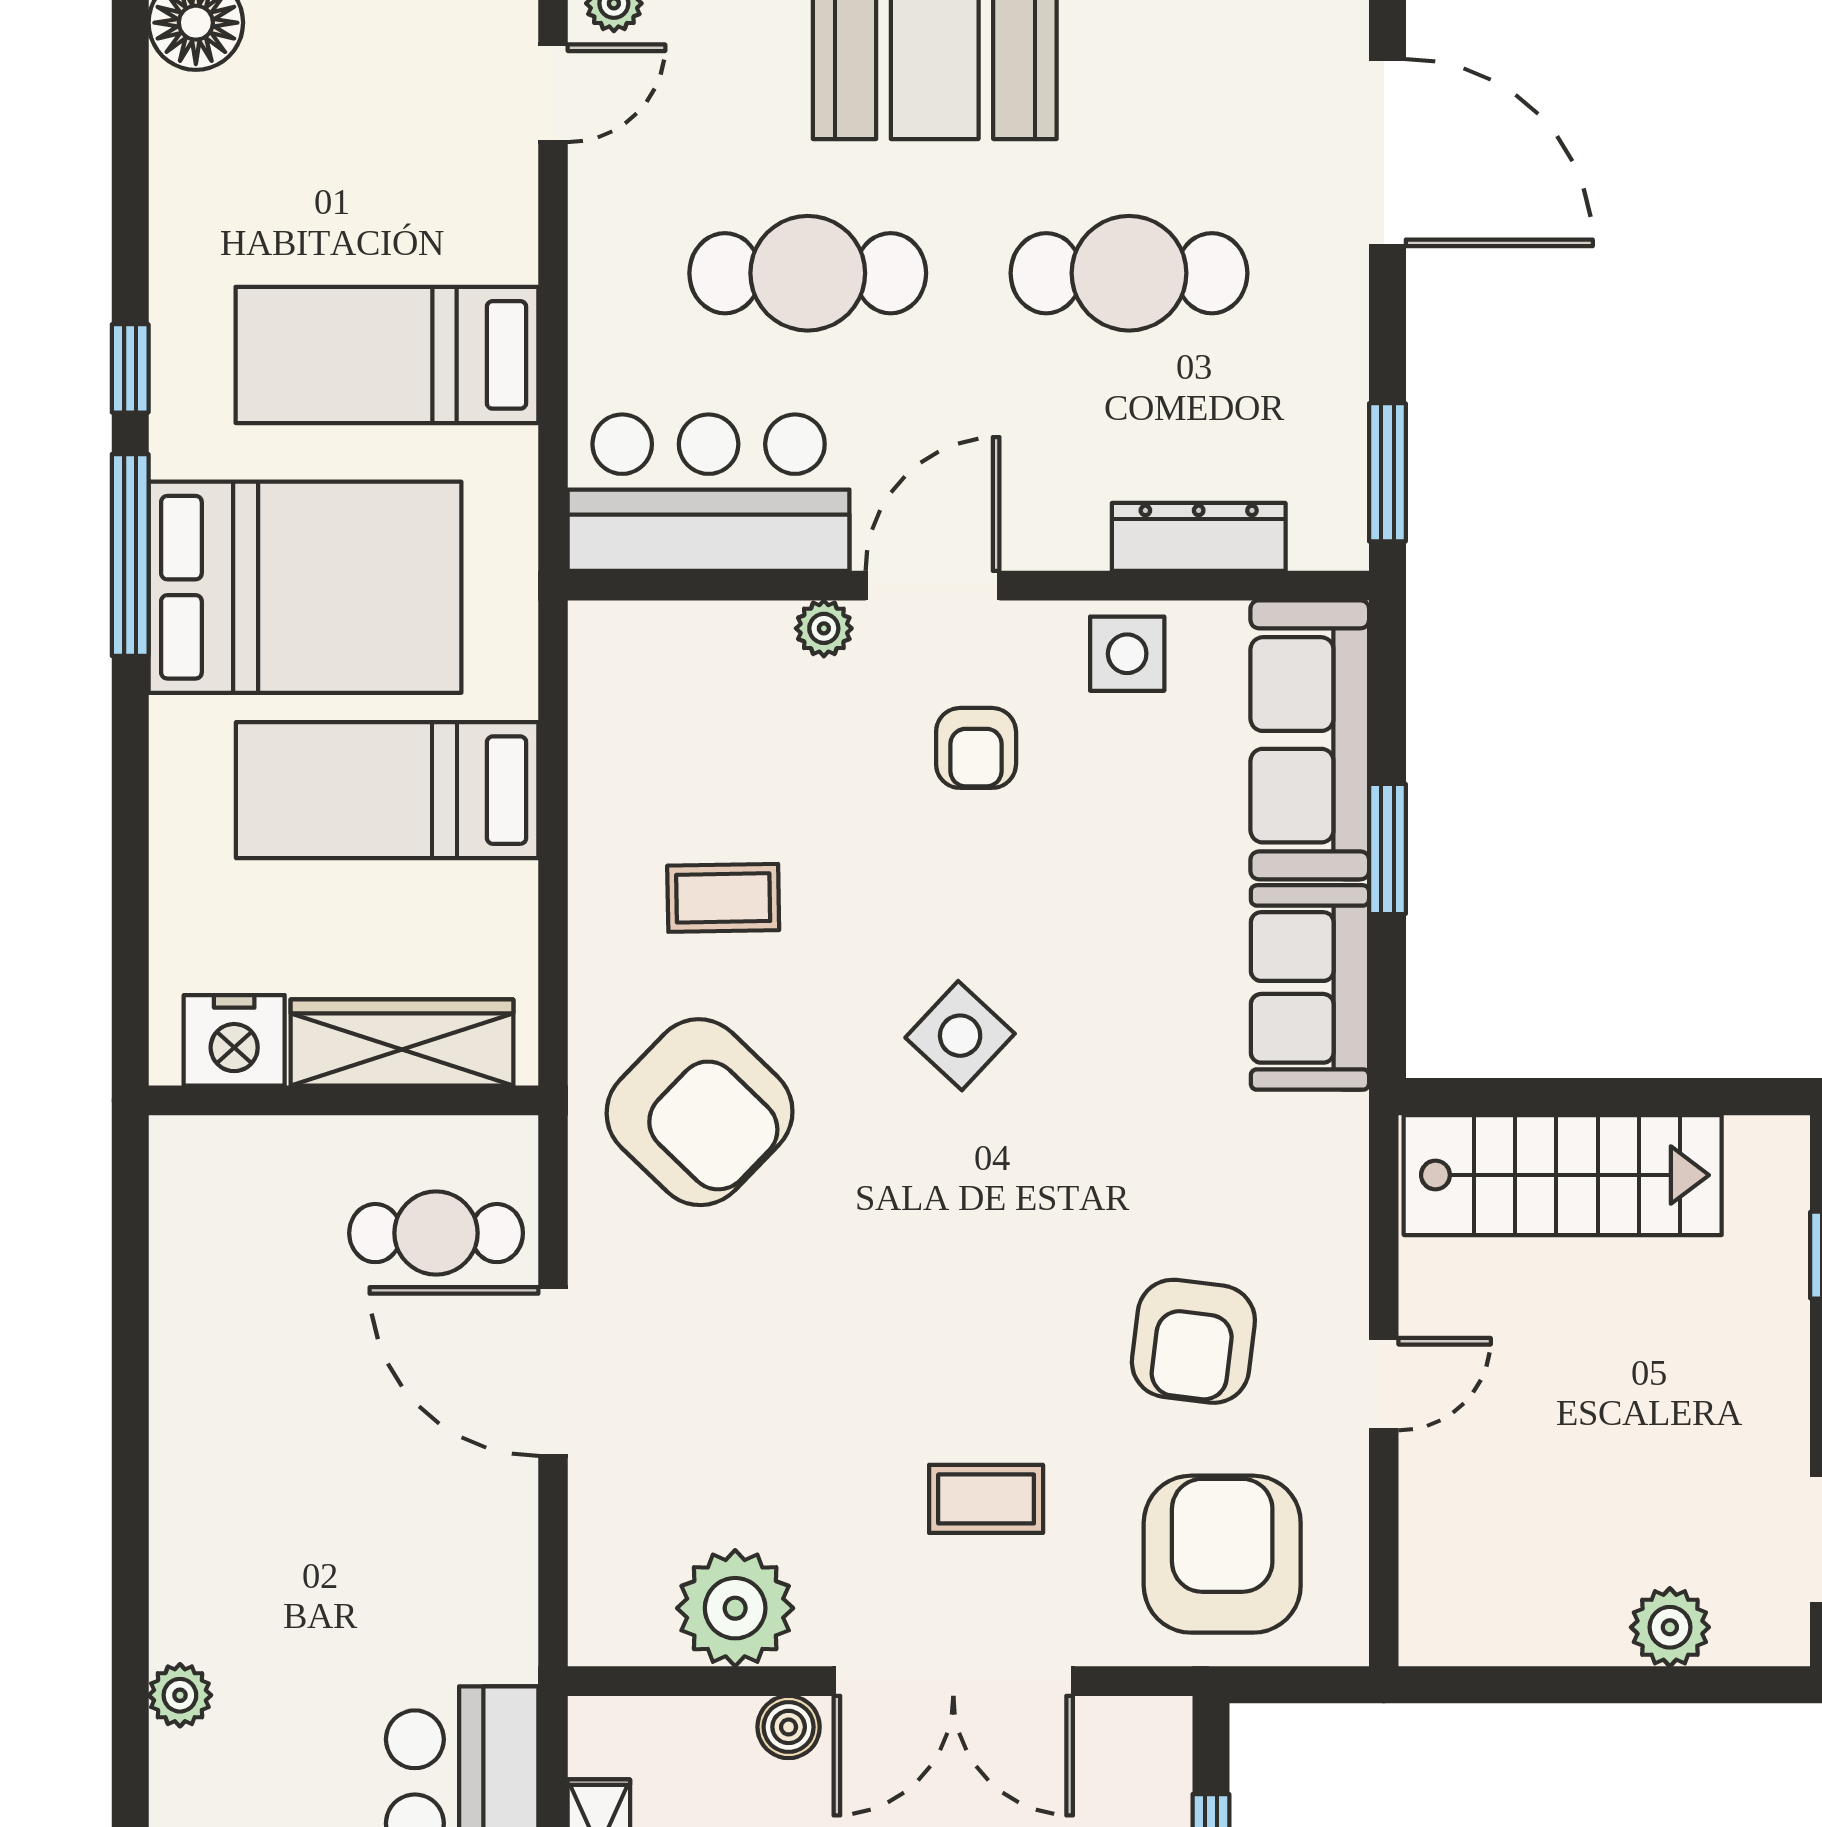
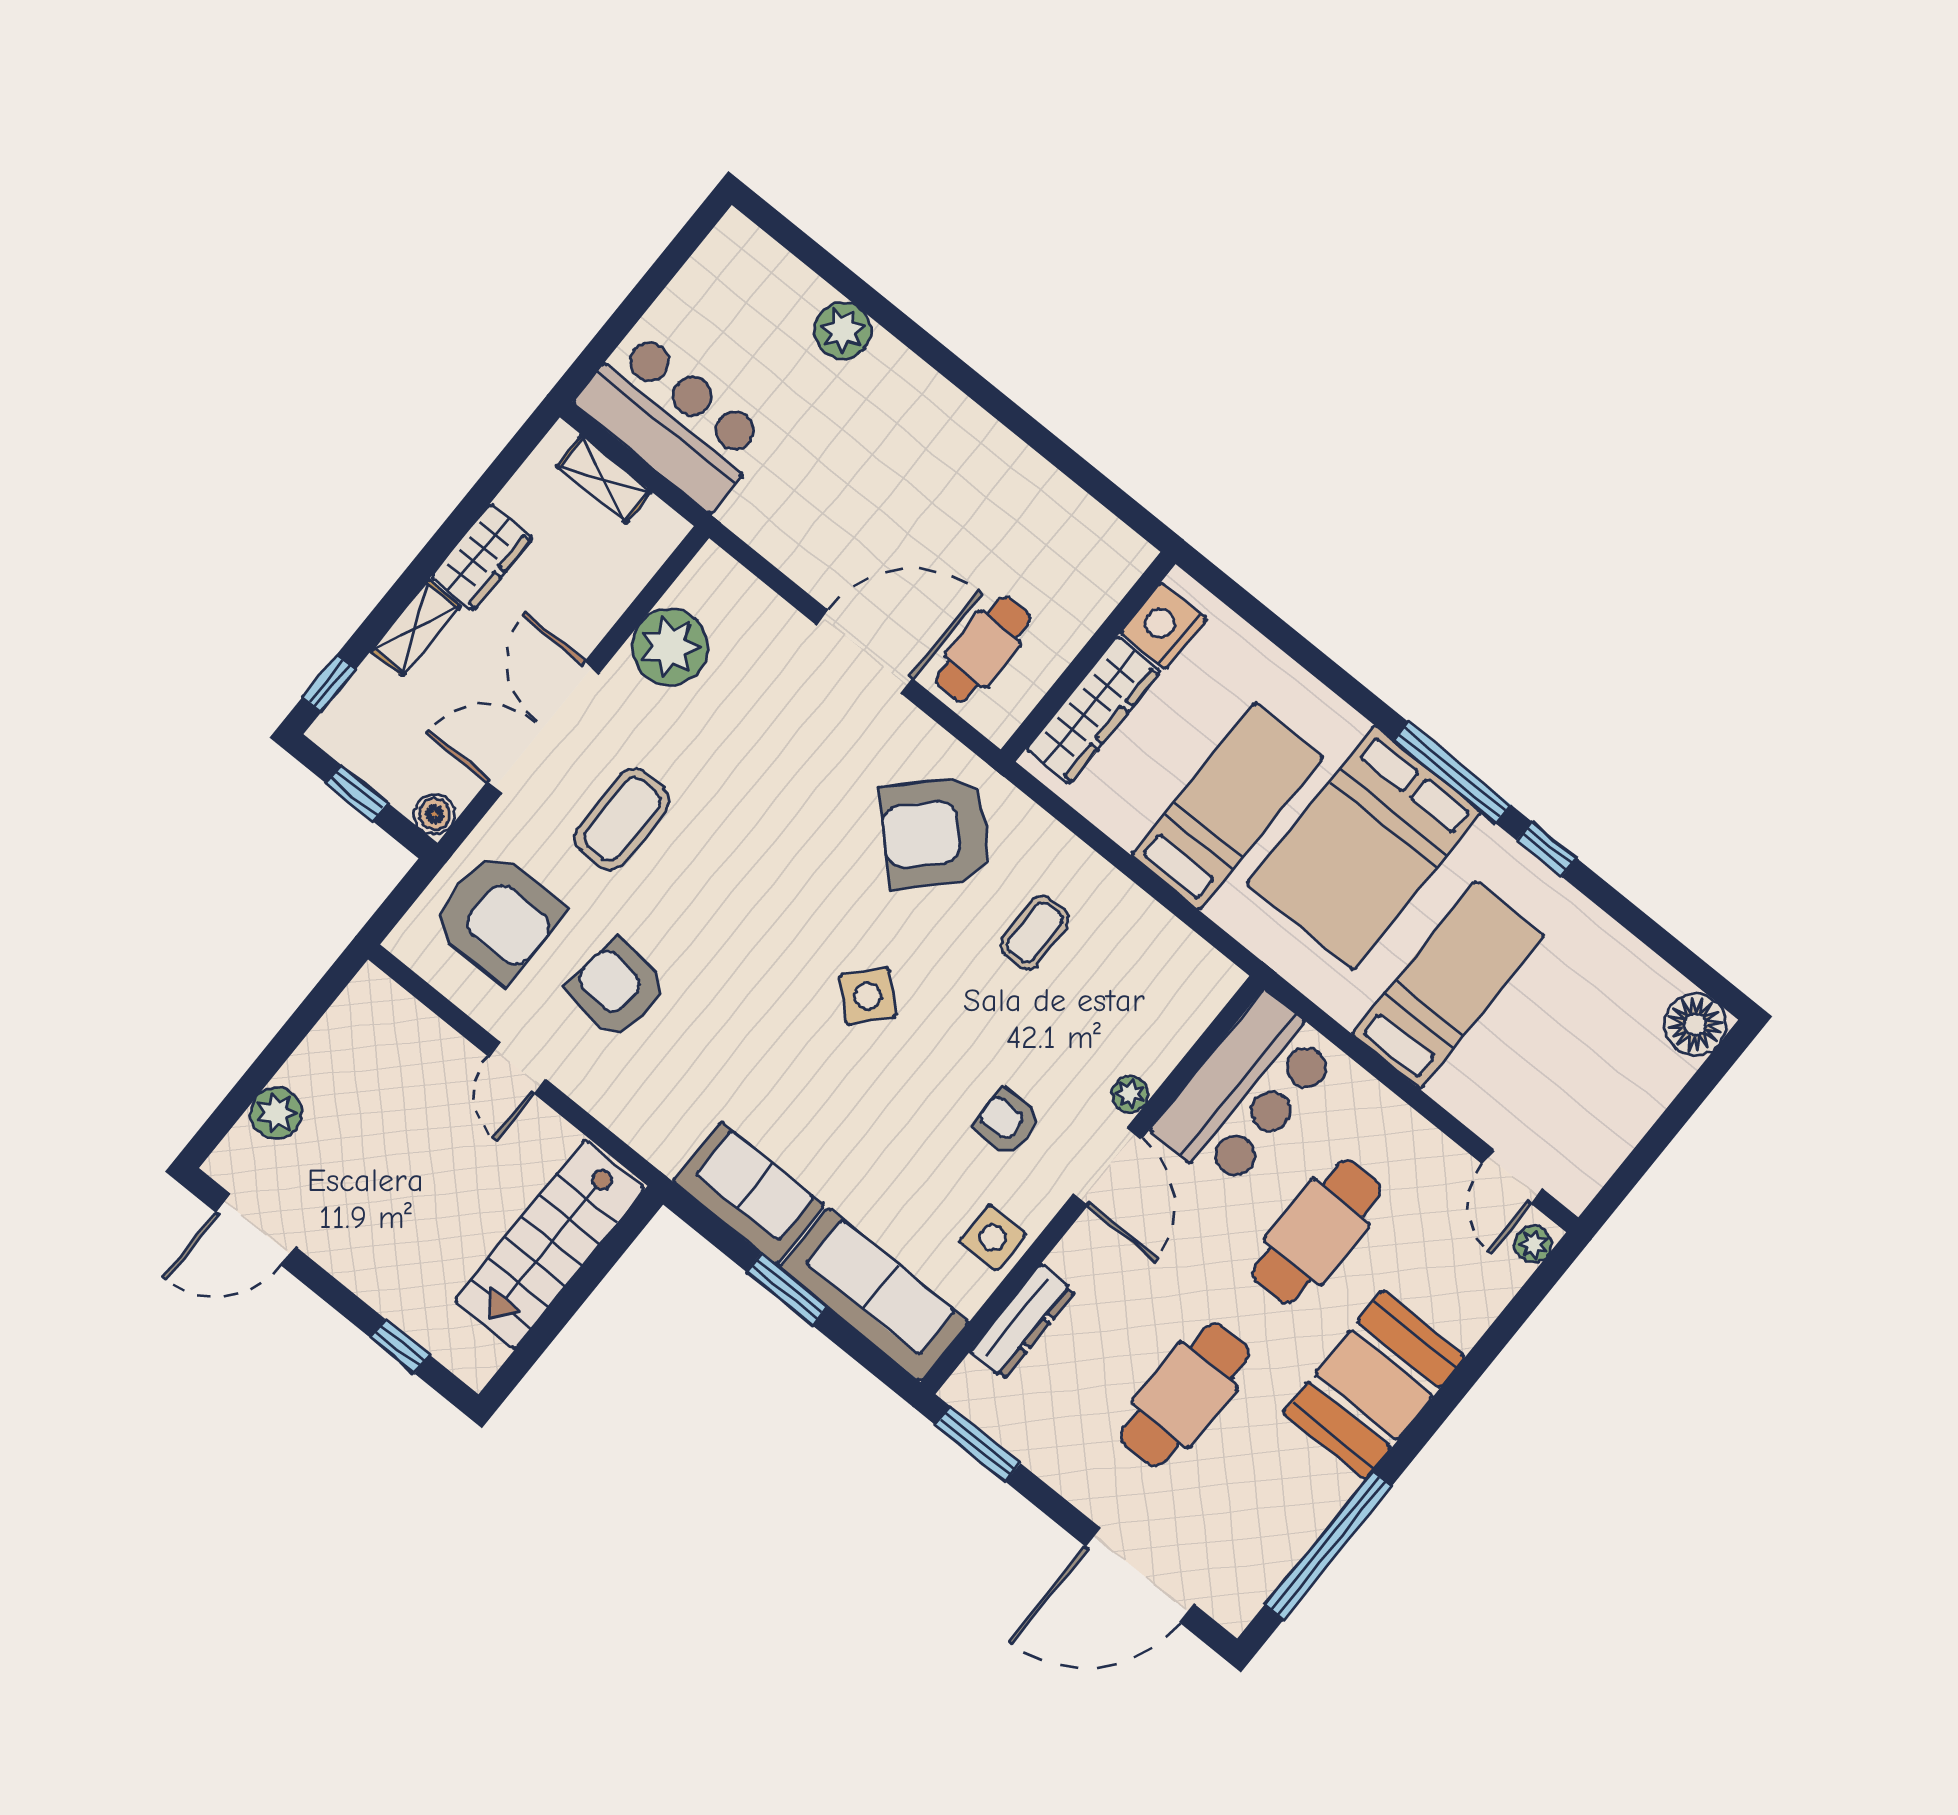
coffee table: (986, 1499) -> (622, 819), width x1.36, depth x1.30
plant: (180, 1695) -> (843, 331), width x1.38, depth x1.38
boiler: (789, 1727) -> (434, 814), moved

